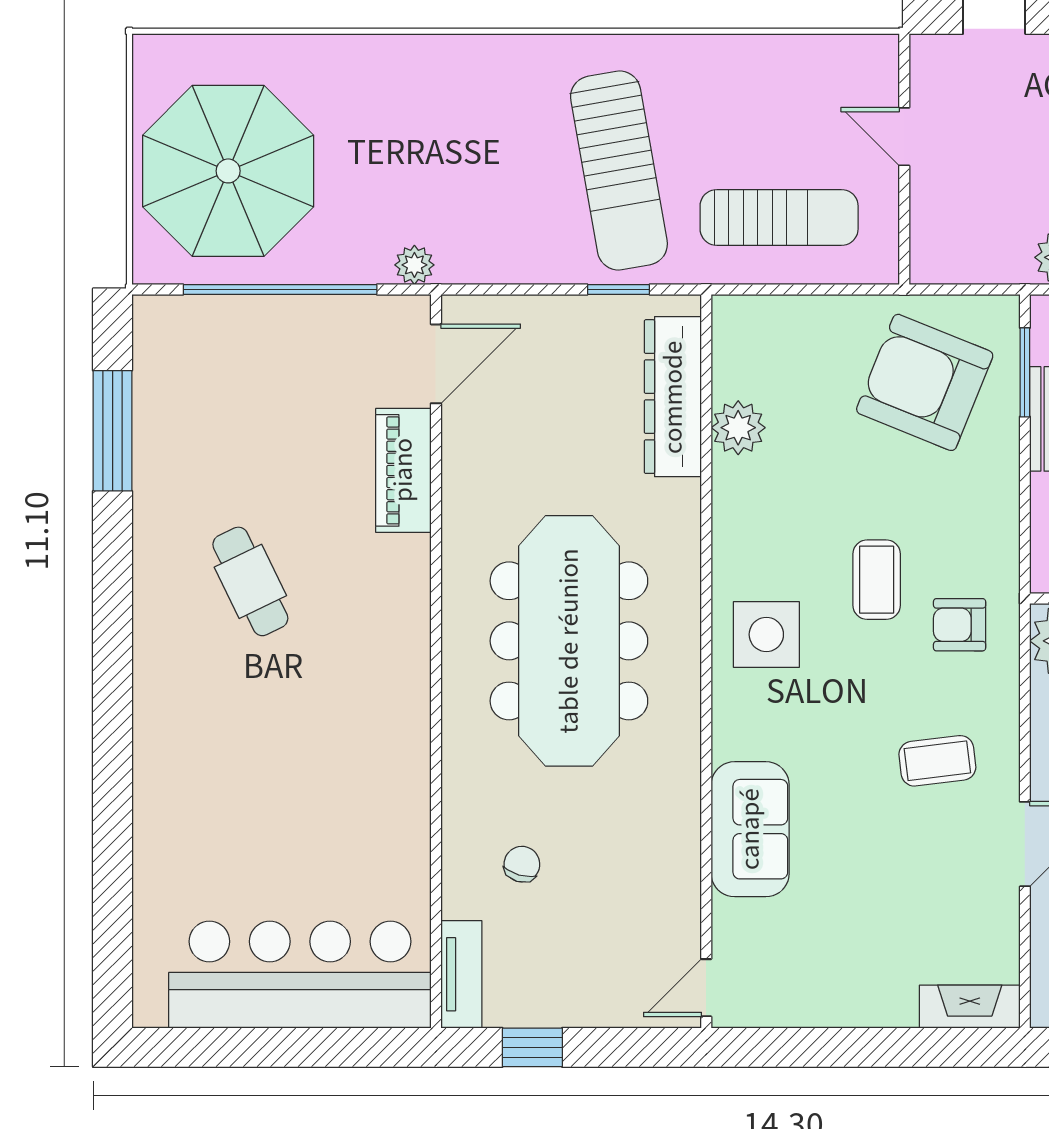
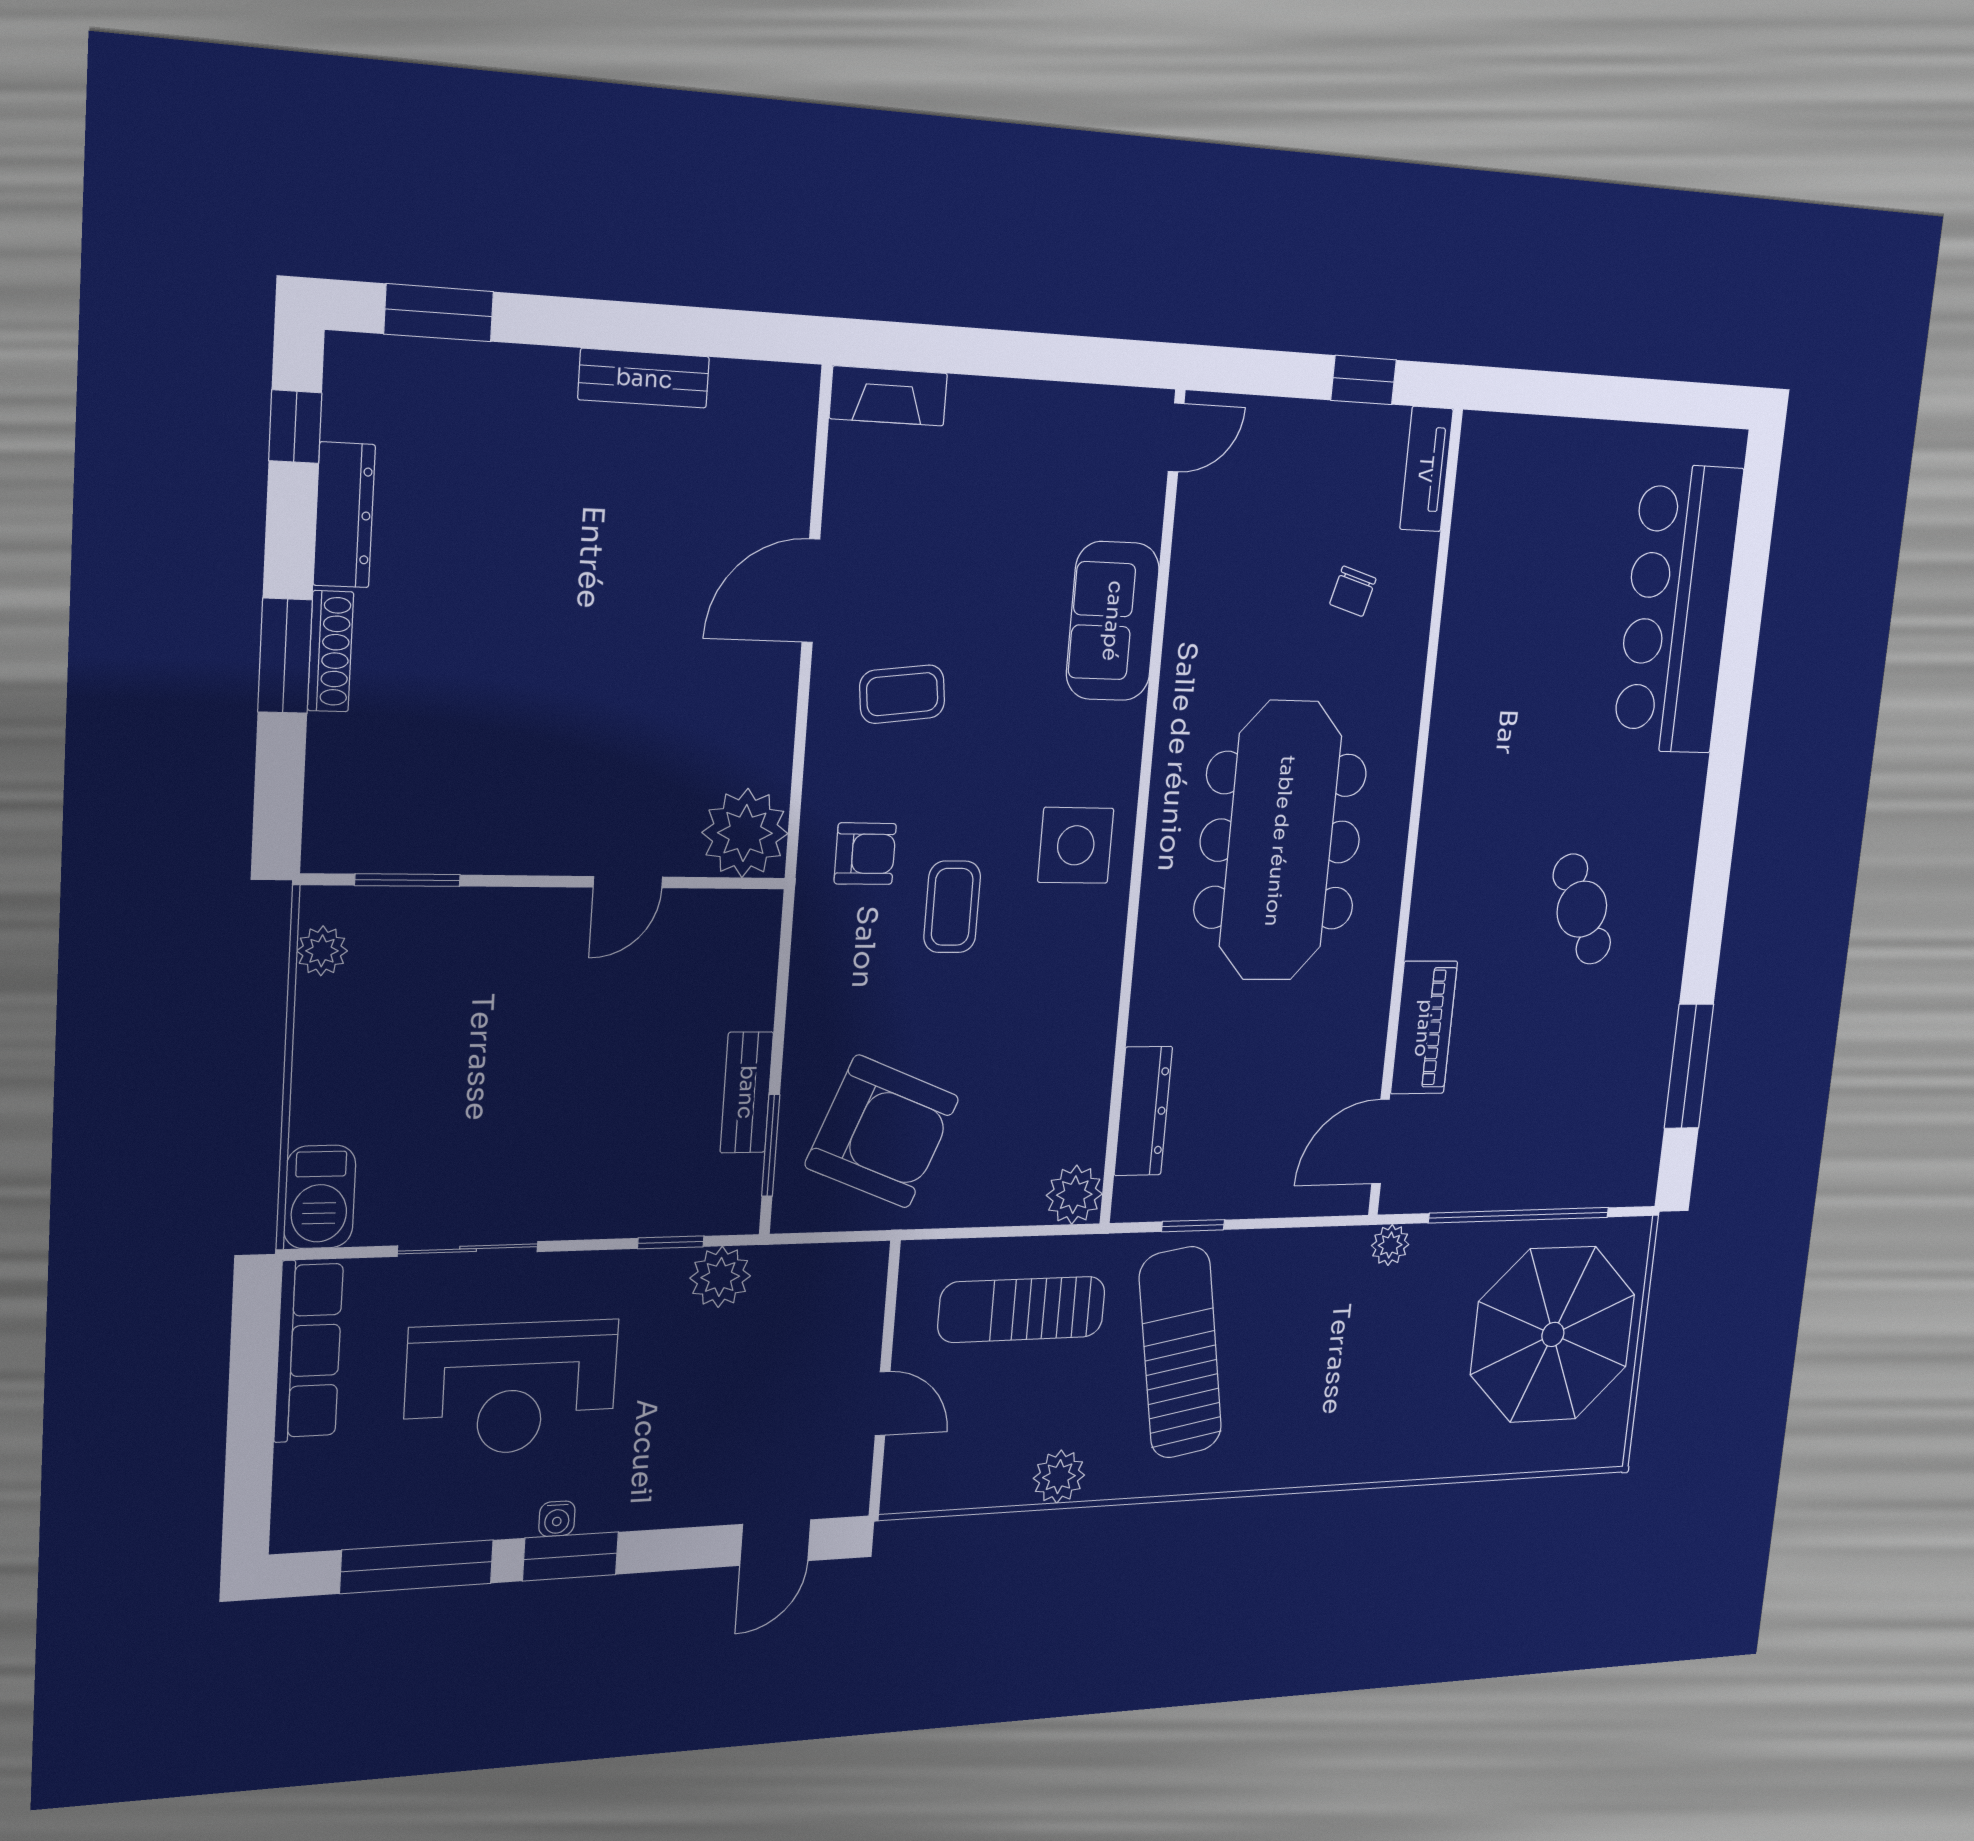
plant: (728, 59) -> (1059, 1477), added
dresser: (673, 397) -> (1143, 1111), width x0.73, depth x0.80
plant: (738, 428) -> (1074, 1195), moved
bar counter: (300, 975) -> (1678, 609), moved, turned 90

